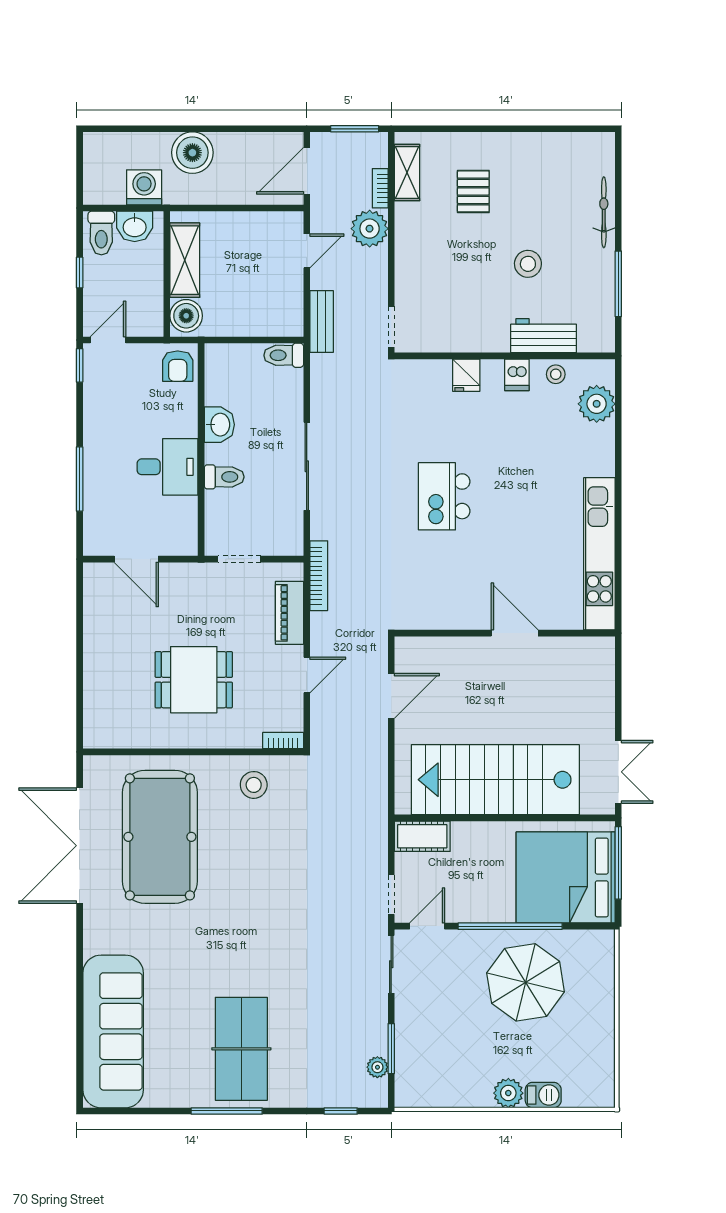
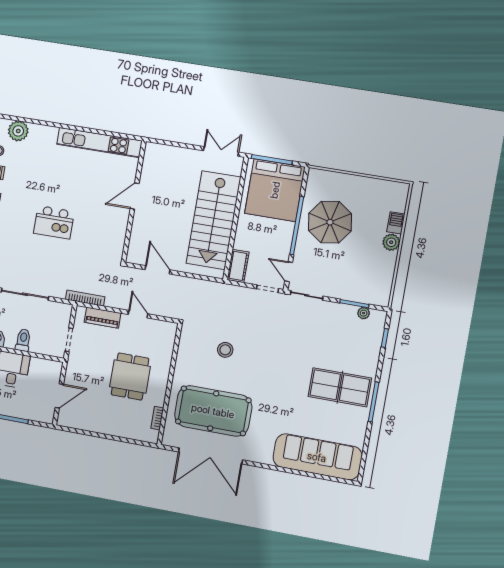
bookcase: (283, 741) -> (157, 418), moved
stool: (254, 785) -> (225, 350), moved

